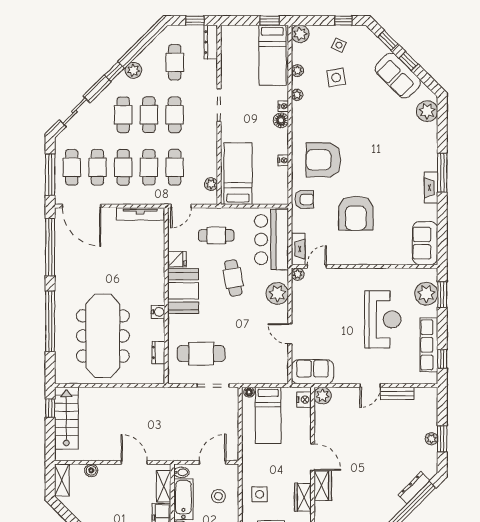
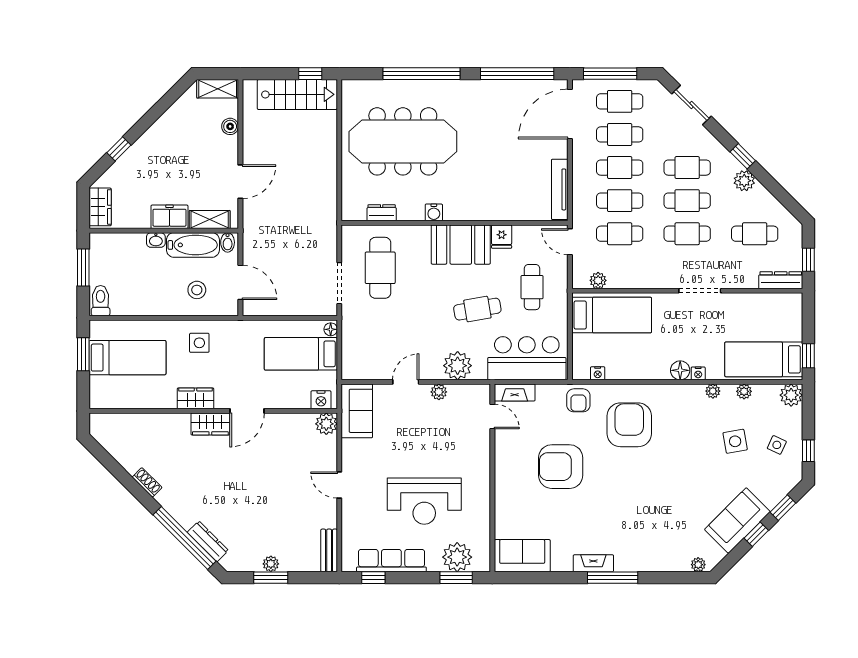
plant: (427, 111) -> (698, 565), width x0.53, depth x0.53
nightstand: (283, 160) -> (598, 373), moved
plant: (298, 274) -> (439, 392), moved
bench: (397, 393) -> (329, 550), moved

